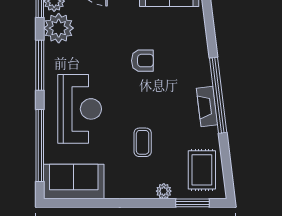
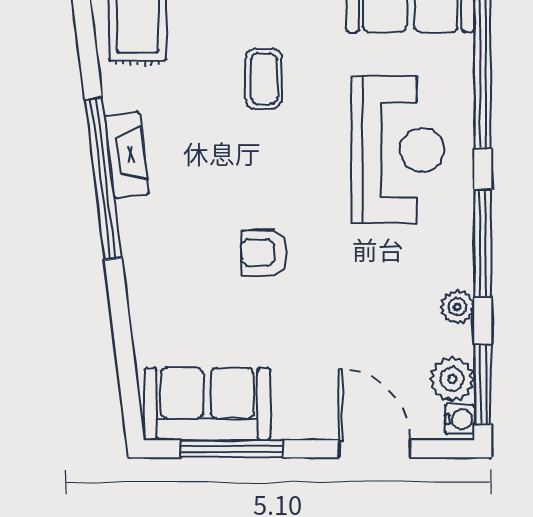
plant: (59, 28) -> (457, 307), width x0.53, depth x0.53
reception desk: (80, 109) -> (398, 150), turned 180

